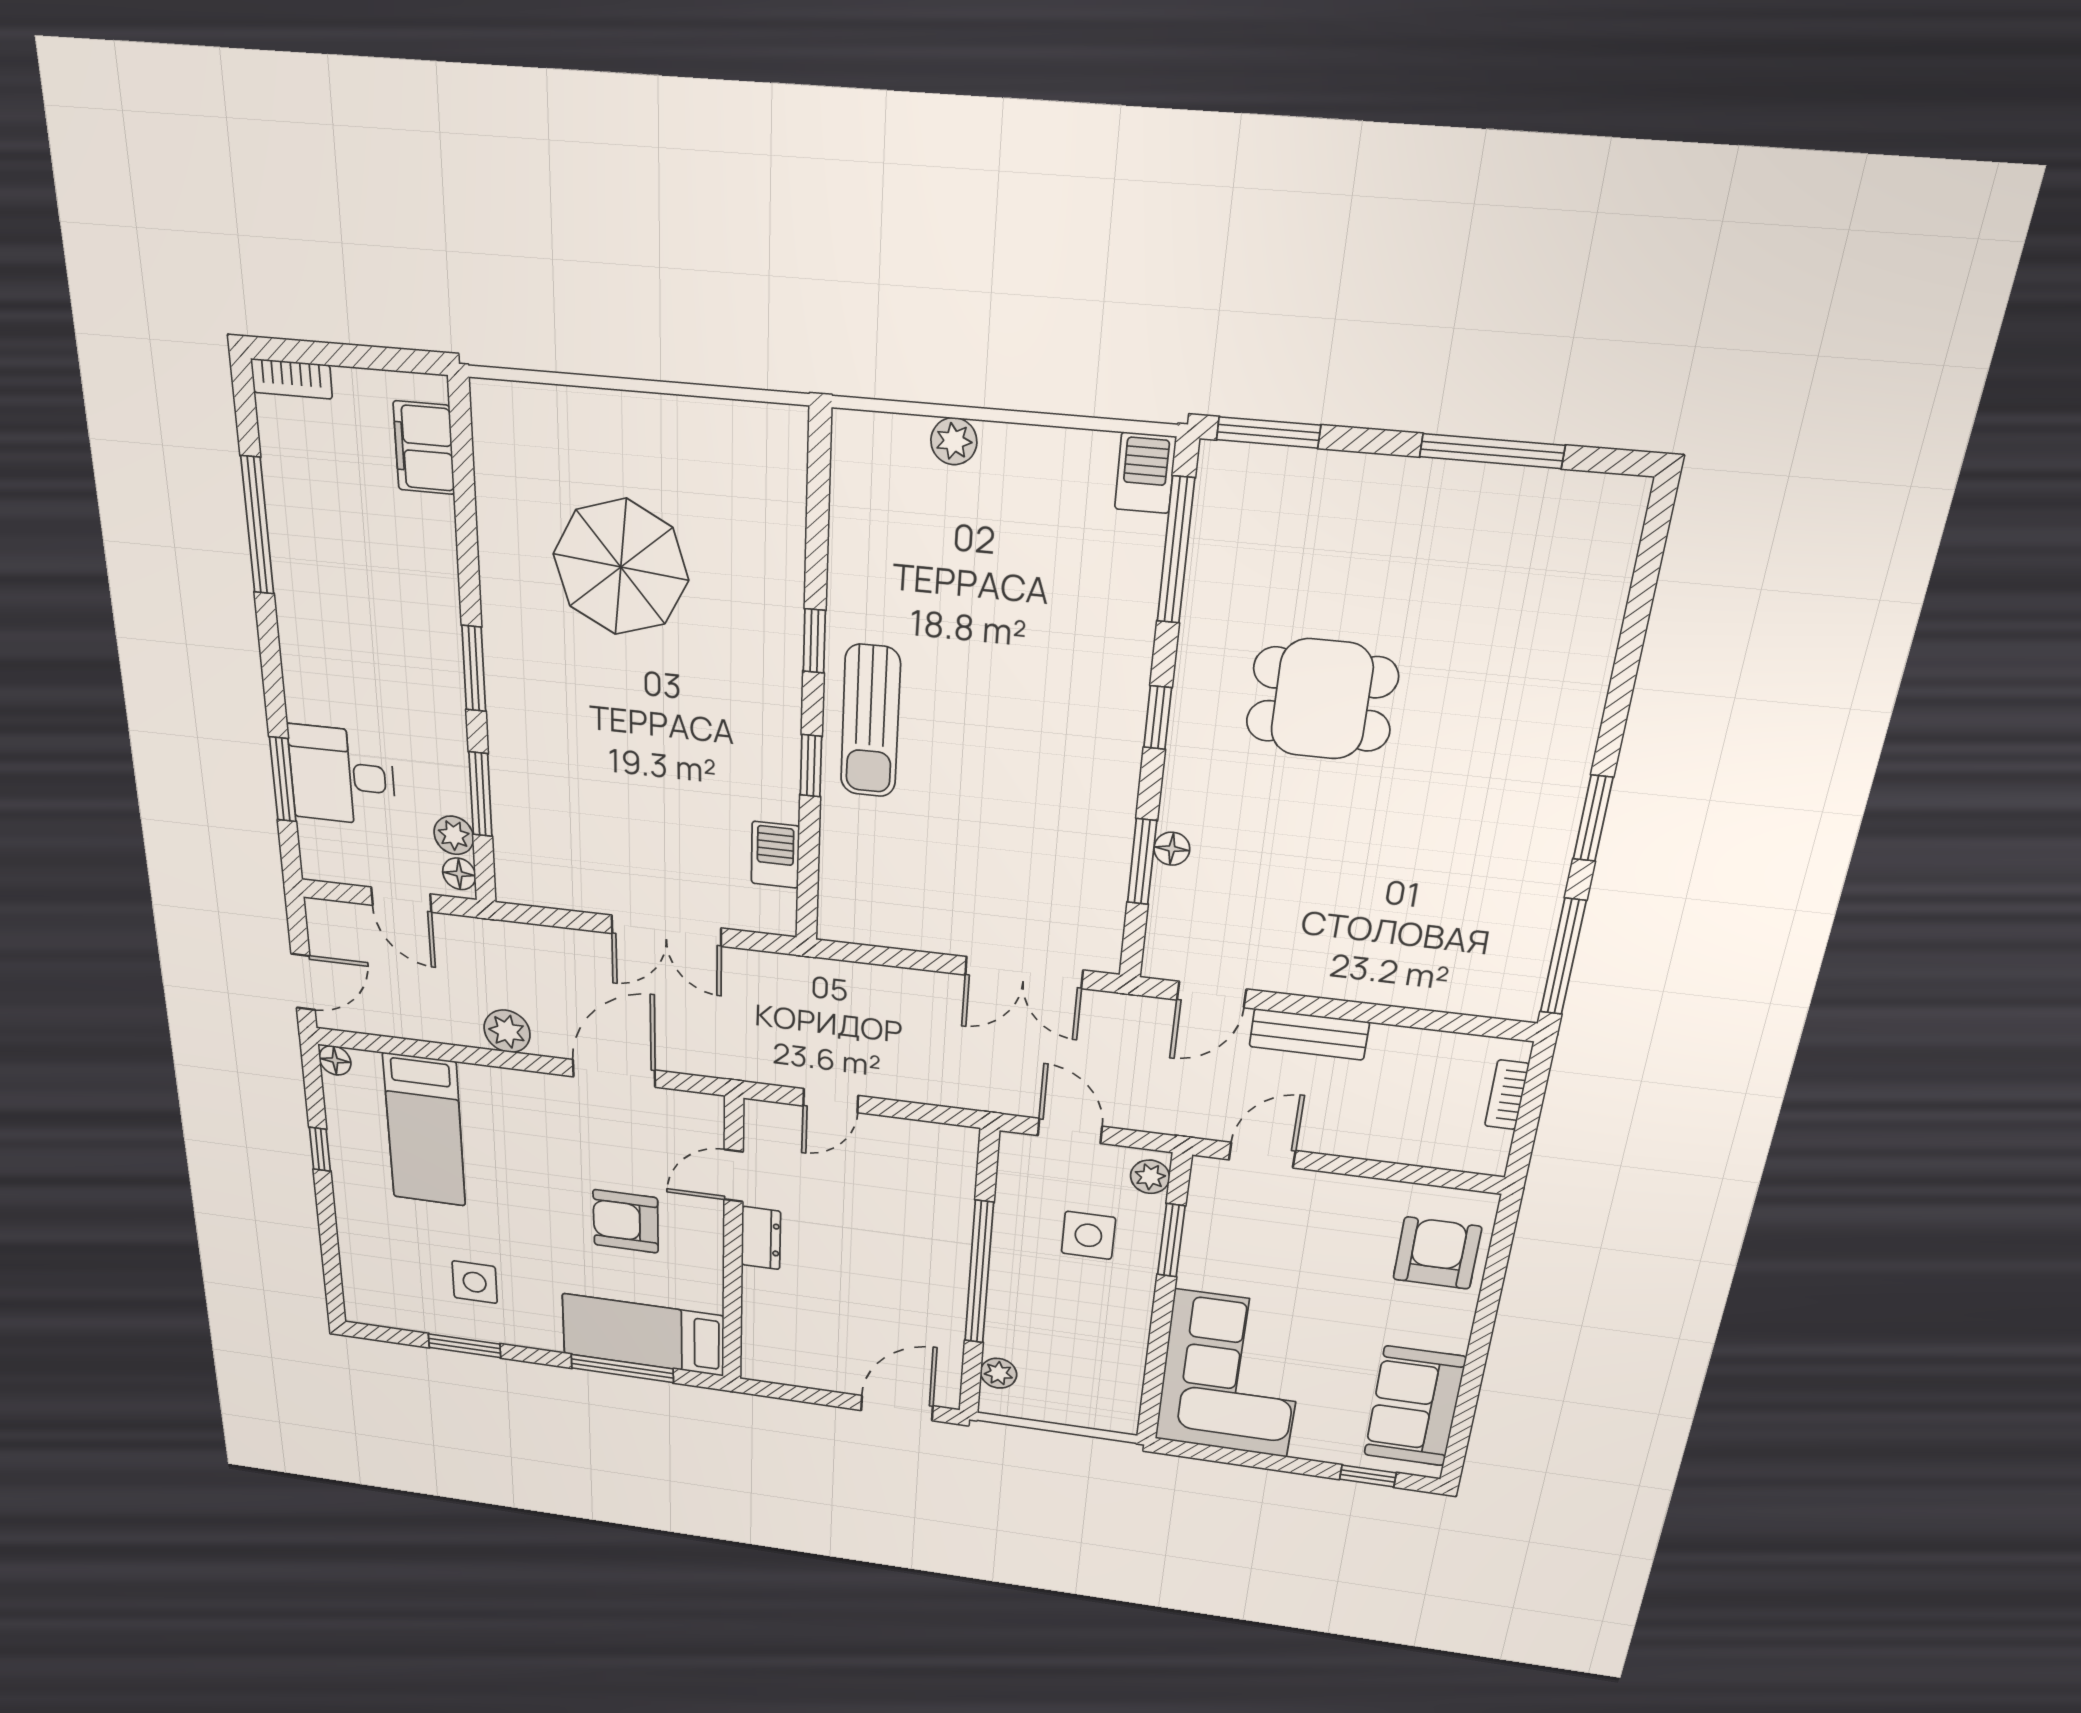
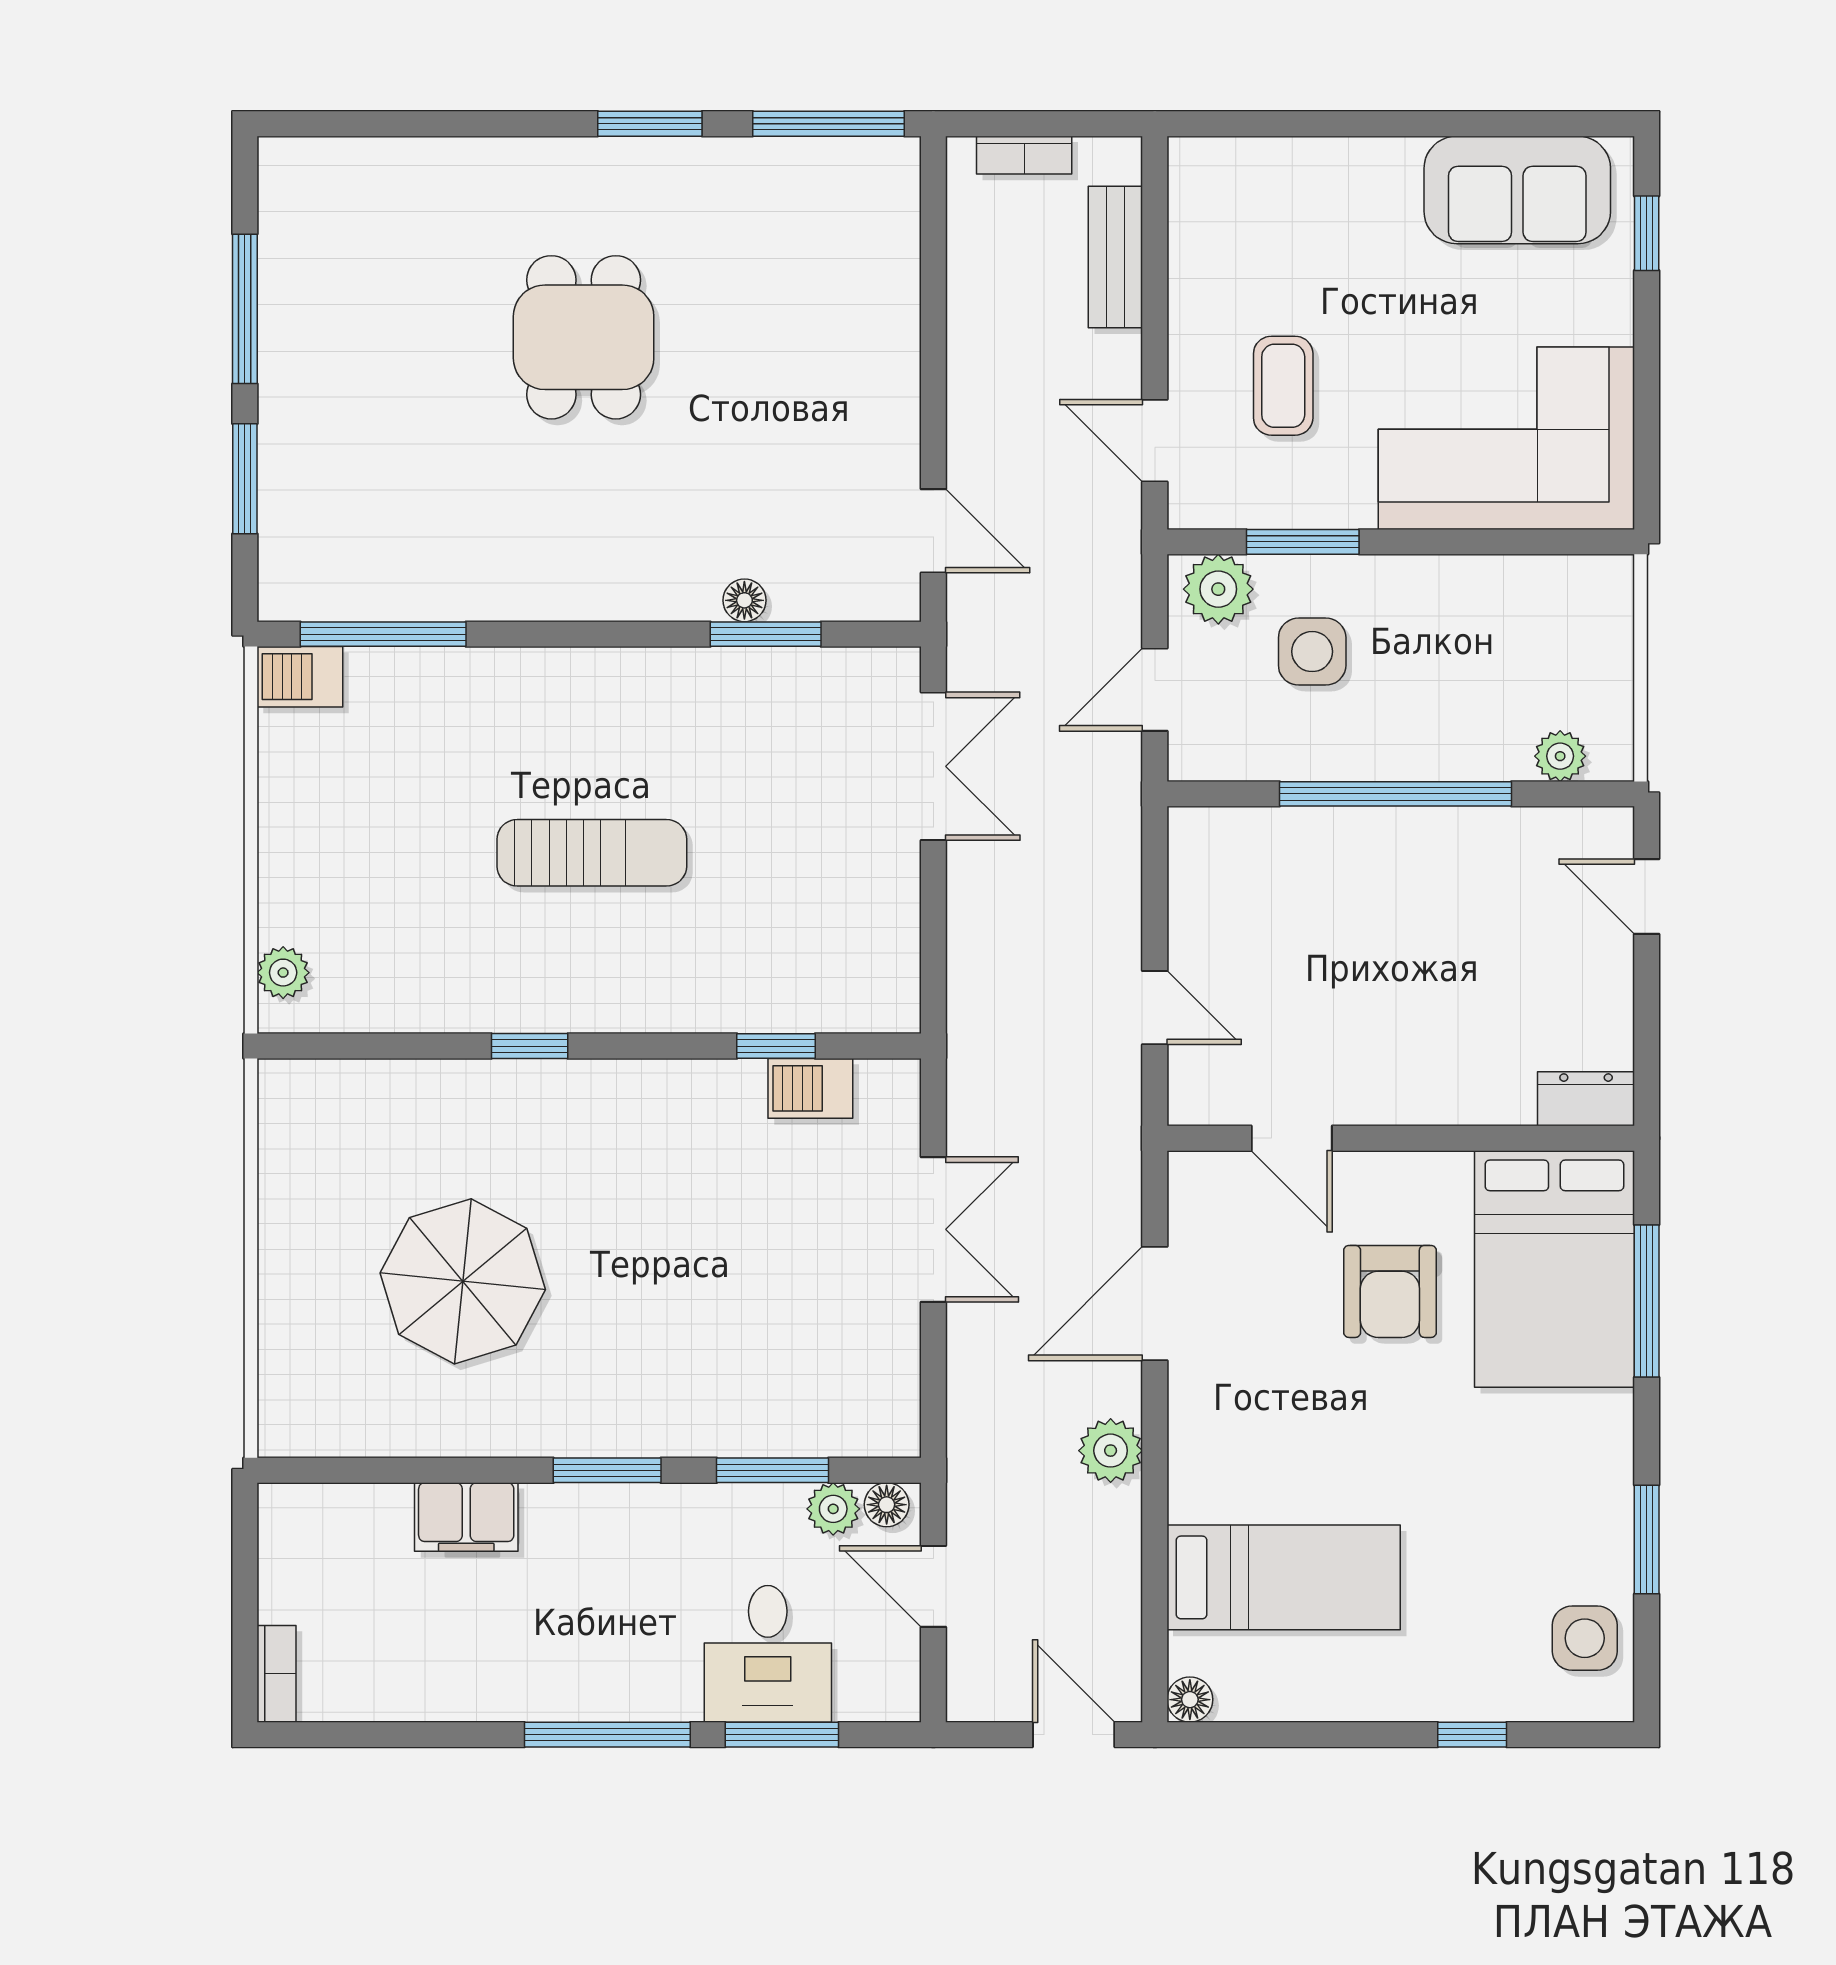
window: (1268, 432) -> (245, 479), moved
plant: (954, 441) -> (283, 973), moved
filing cabinet: (424, 448) -> (466, 1517), moved
window: (257, 526) -> (607, 1735), moved
dining table: (1322, 699) -> (584, 337), moved
window: (1158, 718) -> (581, 634), removed
sun lounger: (870, 721) -> (592, 853), moved
window: (811, 766) -> (776, 1046), moved
door: (401, 900) -> (933, 1586), swing flipped
bench: (1309, 1034) -> (1115, 257), moved
door: (614, 1073) -> (1155, 1304), hinge flipped
window: (320, 1149) -> (1472, 1735), moved
plant: (1150, 1177) -> (1218, 589), width x1.38, depth x1.38
dresser: (761, 1238) -> (1586, 1099), moved
coffee table: (1292, 1244) -> (1283, 386), added
armchair: (1437, 1253) -> (1268, 200), removed
side table: (475, 1282) -> (1585, 1638), moved
bed: (643, 1335) -> (1554, 1269), width x1.50
door: (897, 1408) -> (1647, 896), width x0.73

